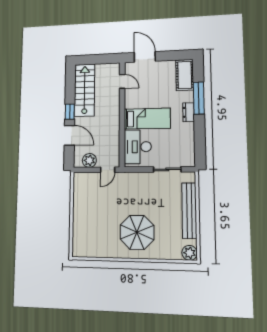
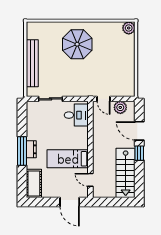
window: (199, 98) -> (22, 151), moved
bed: (147, 119) -> (68, 159), moved
desk: (138, 147) -> (76, 115), width x0.73
door: (108, 170) -> (103, 99), swing flipped
plant: (190, 253) -> (129, 28), moved

